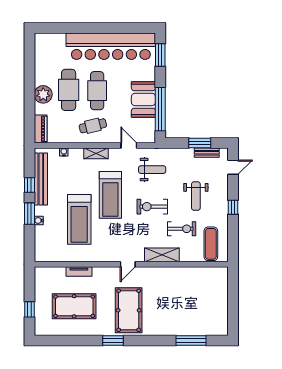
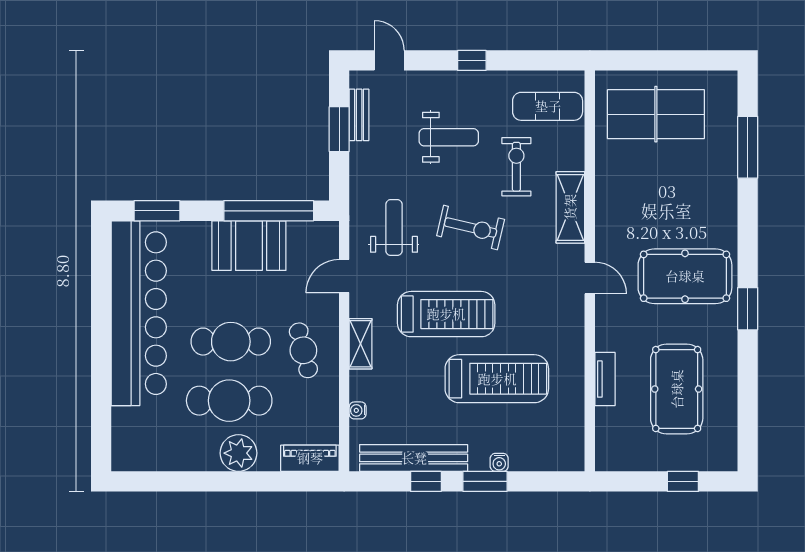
exercise bike: (152, 207) -> (471, 228), turned -77
table tennis table: (207, 296) -> (656, 114), added

